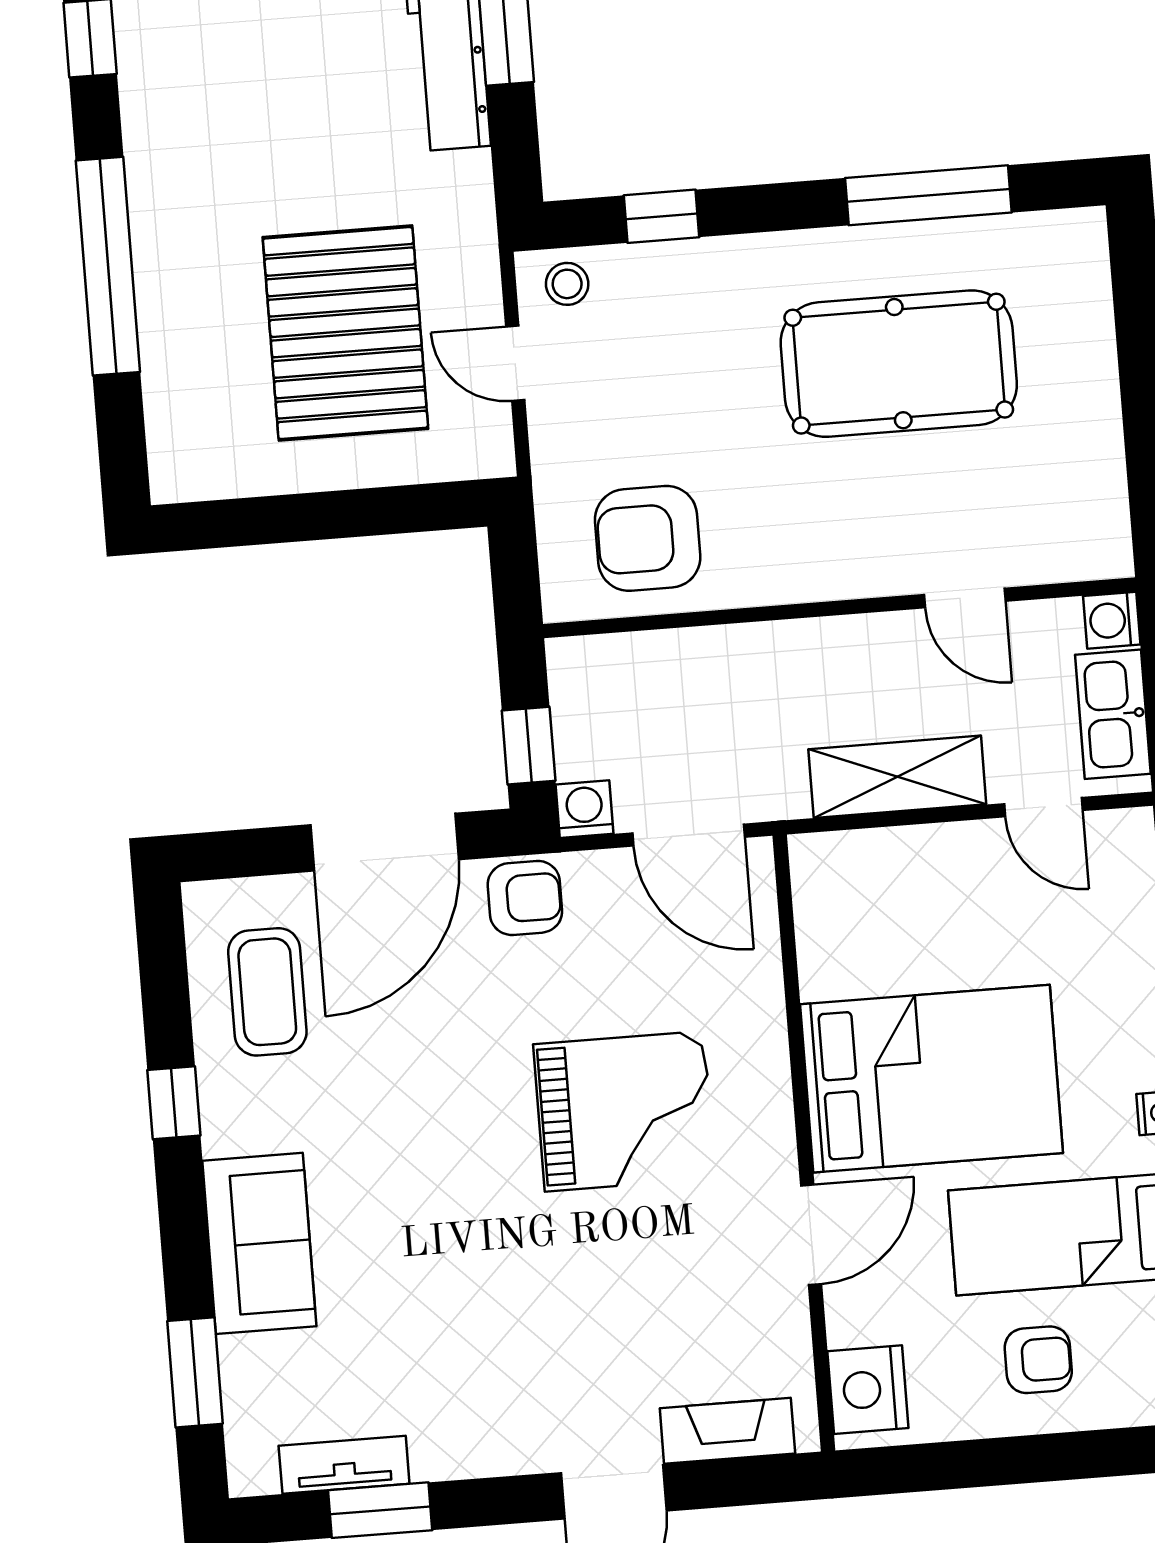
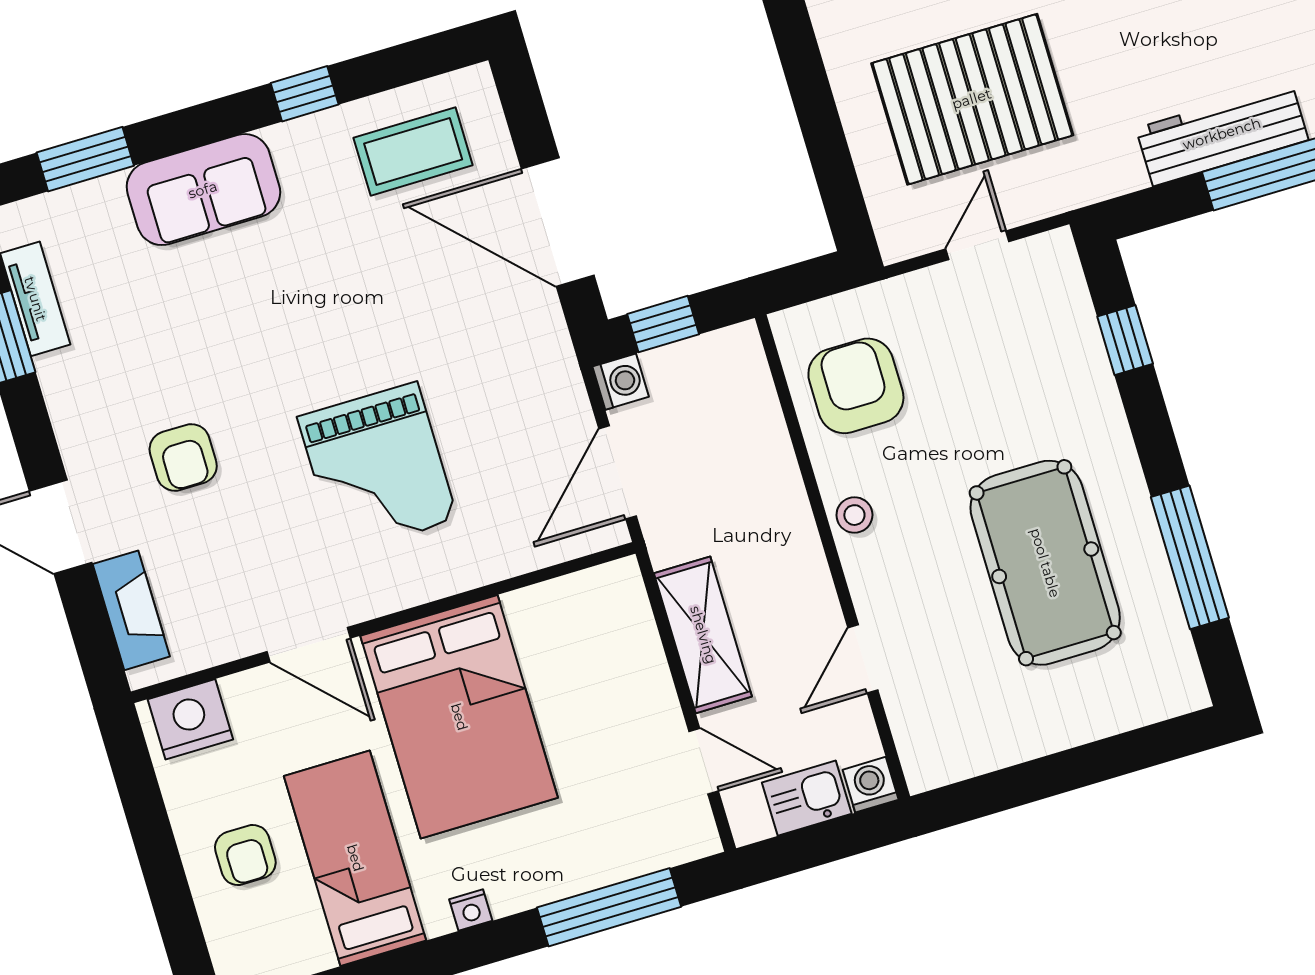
stool: (567, 284) -> (854, 515), moved
kitchen sink: (1113, 714) -> (807, 798), width x0.73
door: (1043, 807) -> (704, 761), swing flipped
armchair: (525, 898) -> (183, 457), moved

